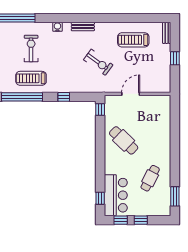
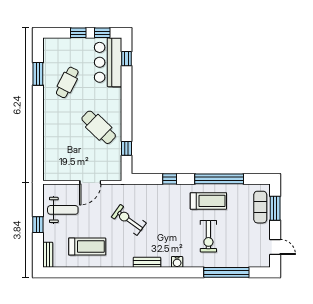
weight bench: (154, 71) -> (63, 210), added
window: (100, 110) -> (127, 148), moved
window: (175, 196) -> (38, 74), moved

